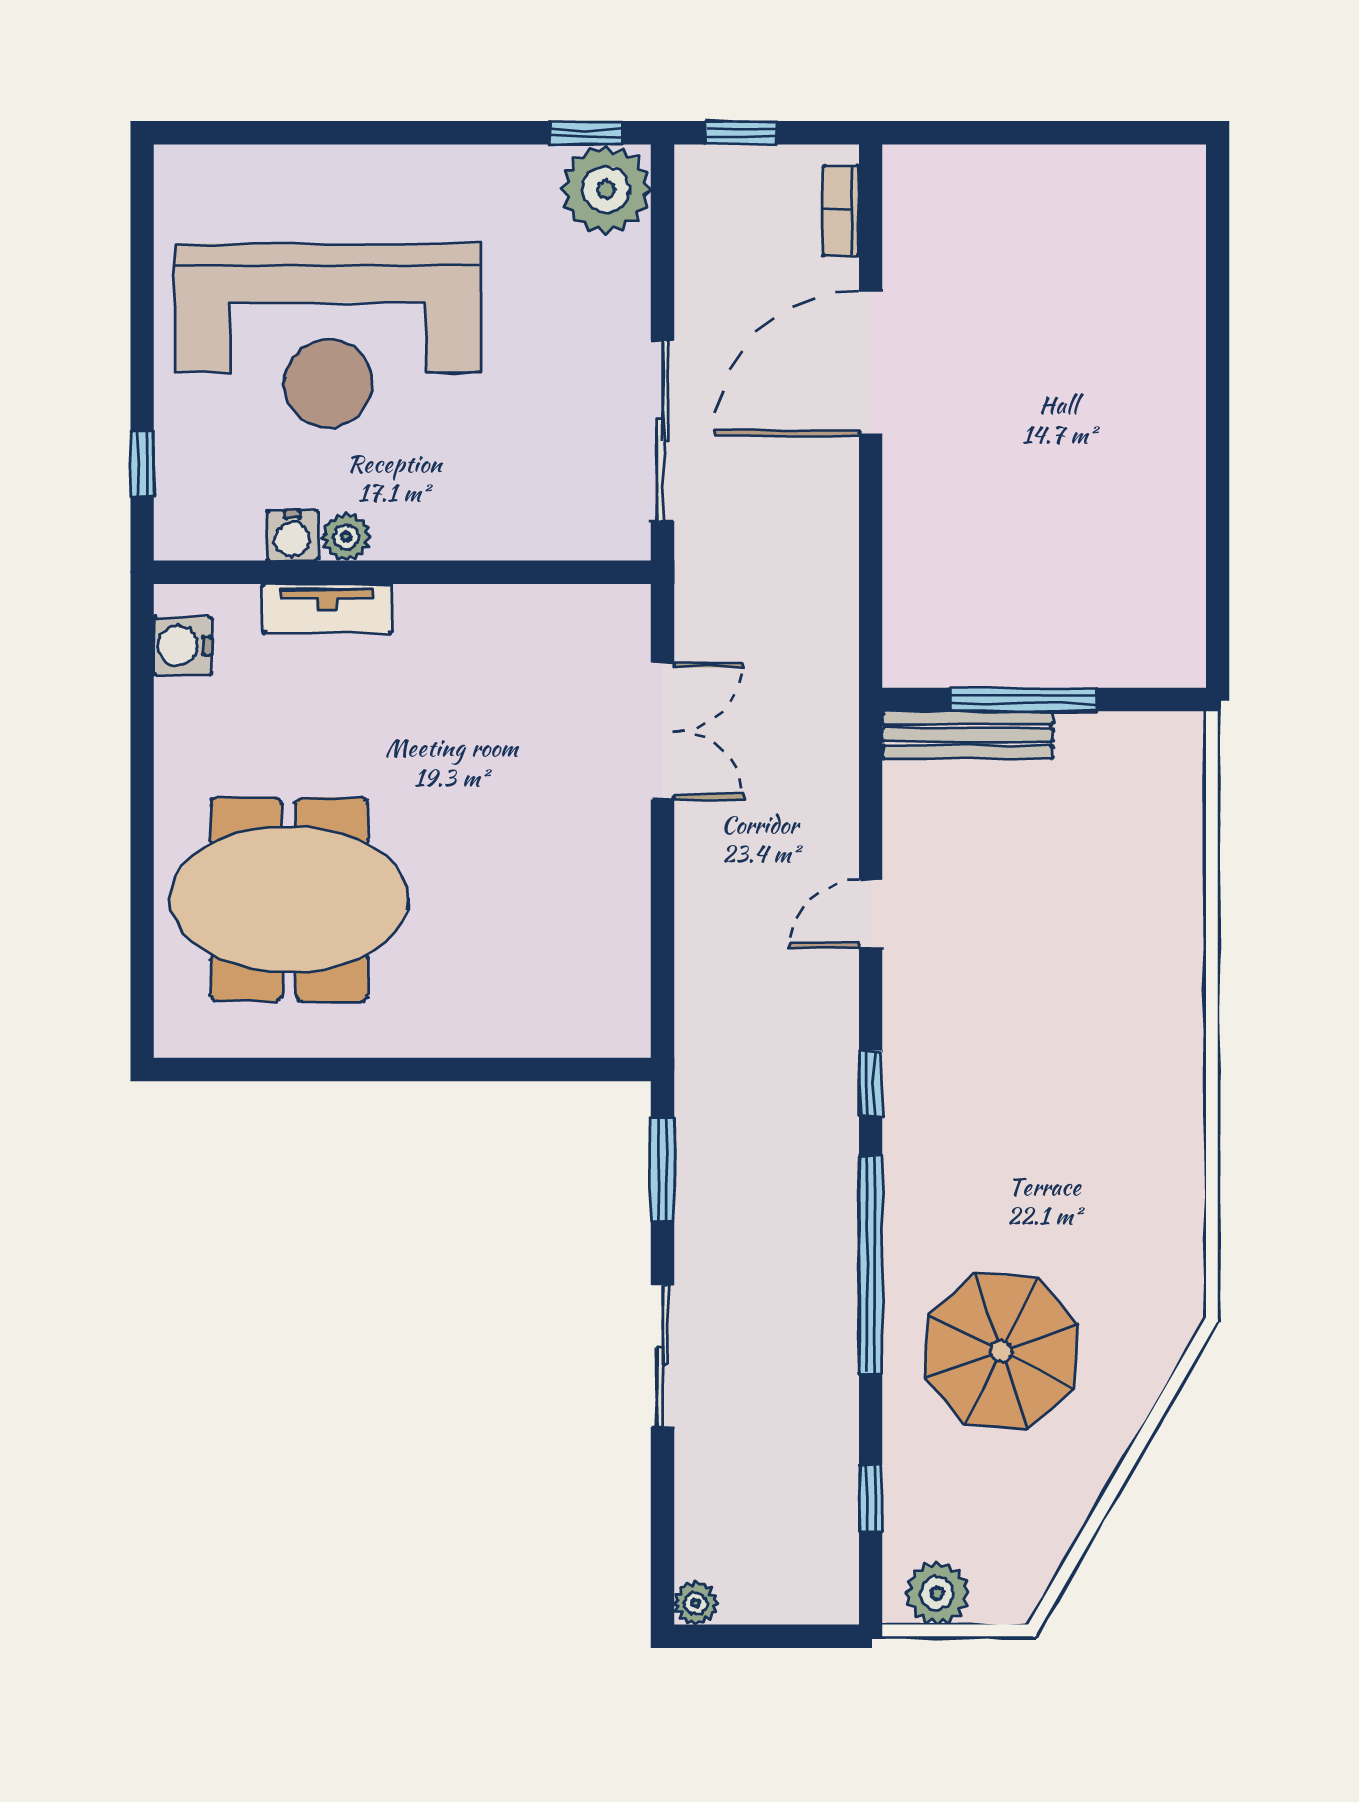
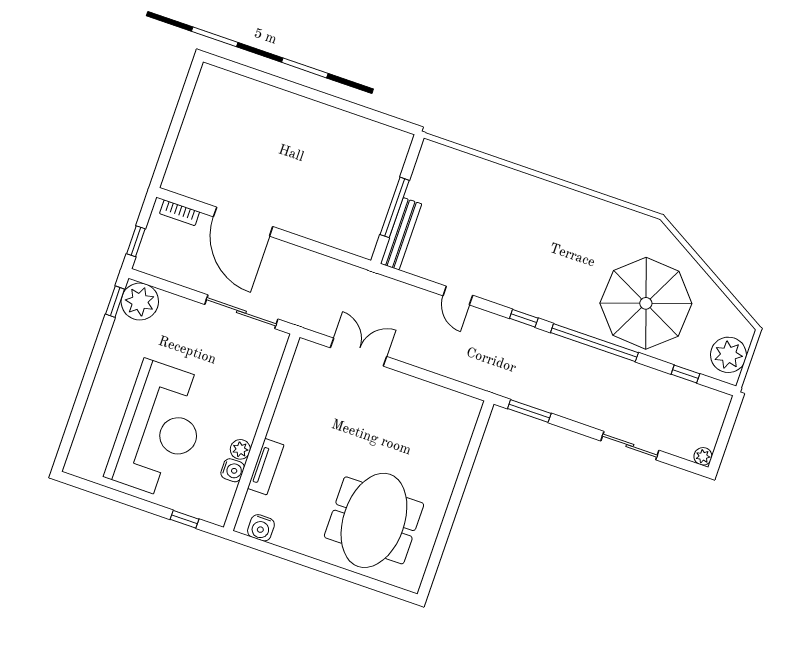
parasol: (1001, 1351) -> (646, 303), width x1.36, depth x1.36
sliding door: (662, 1356) -> (630, 446), moved
plant: (937, 1593) -> (728, 355), width x1.36, depth x1.36

